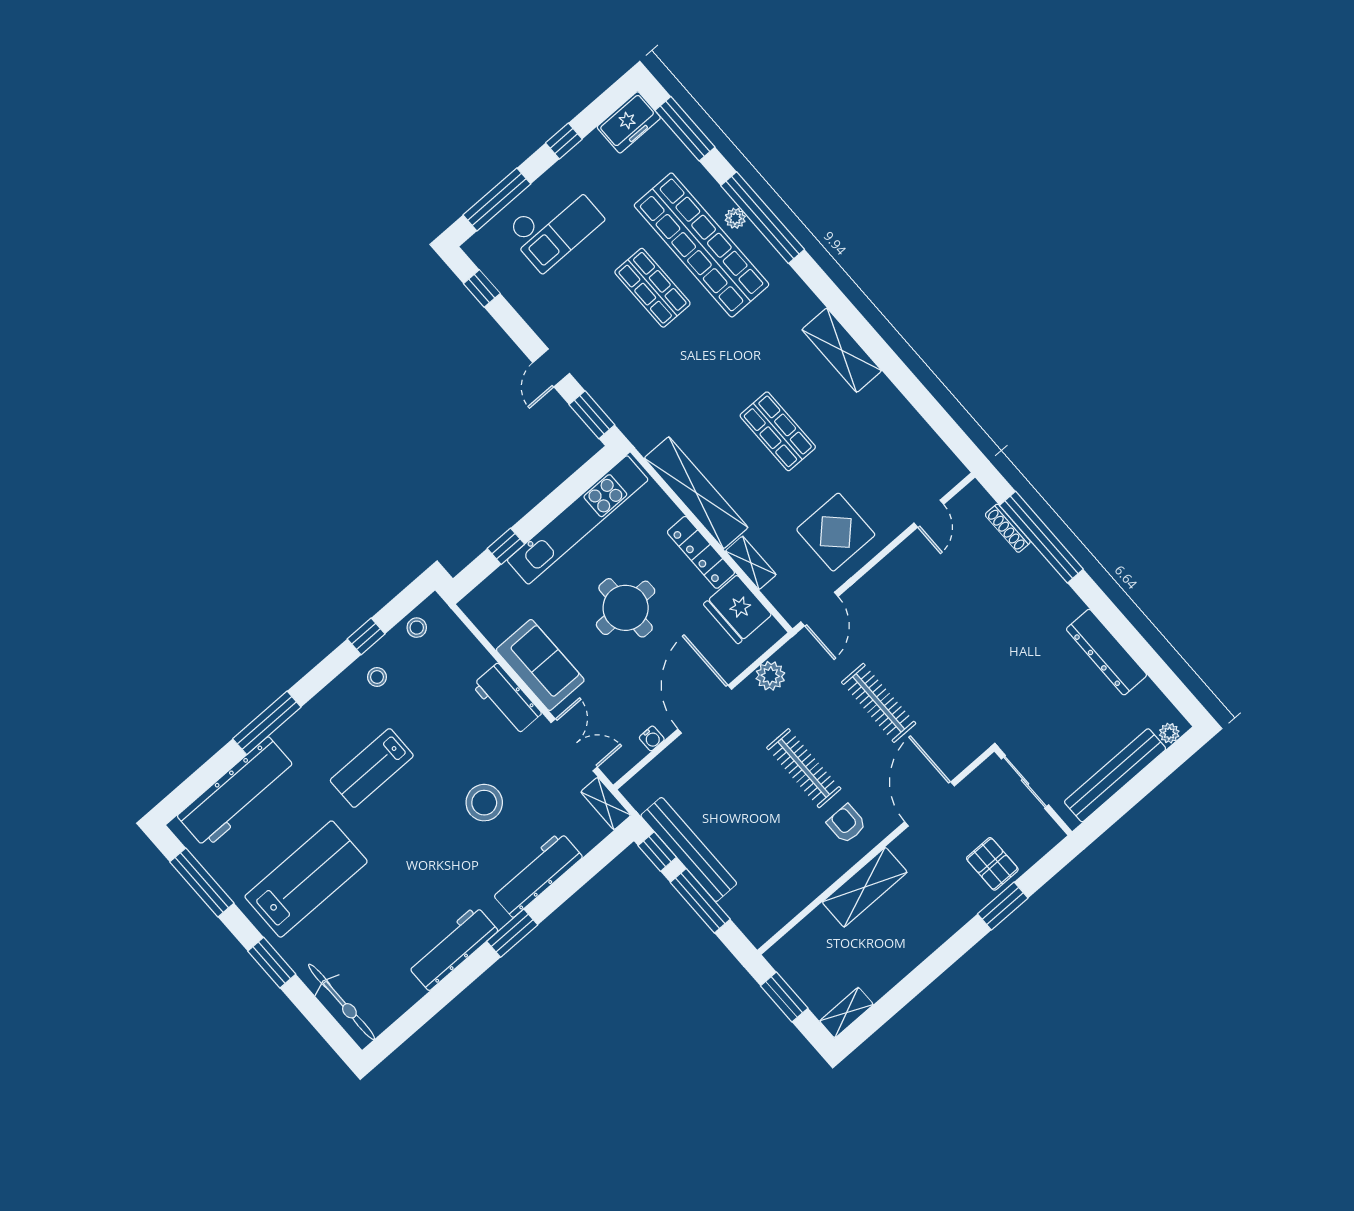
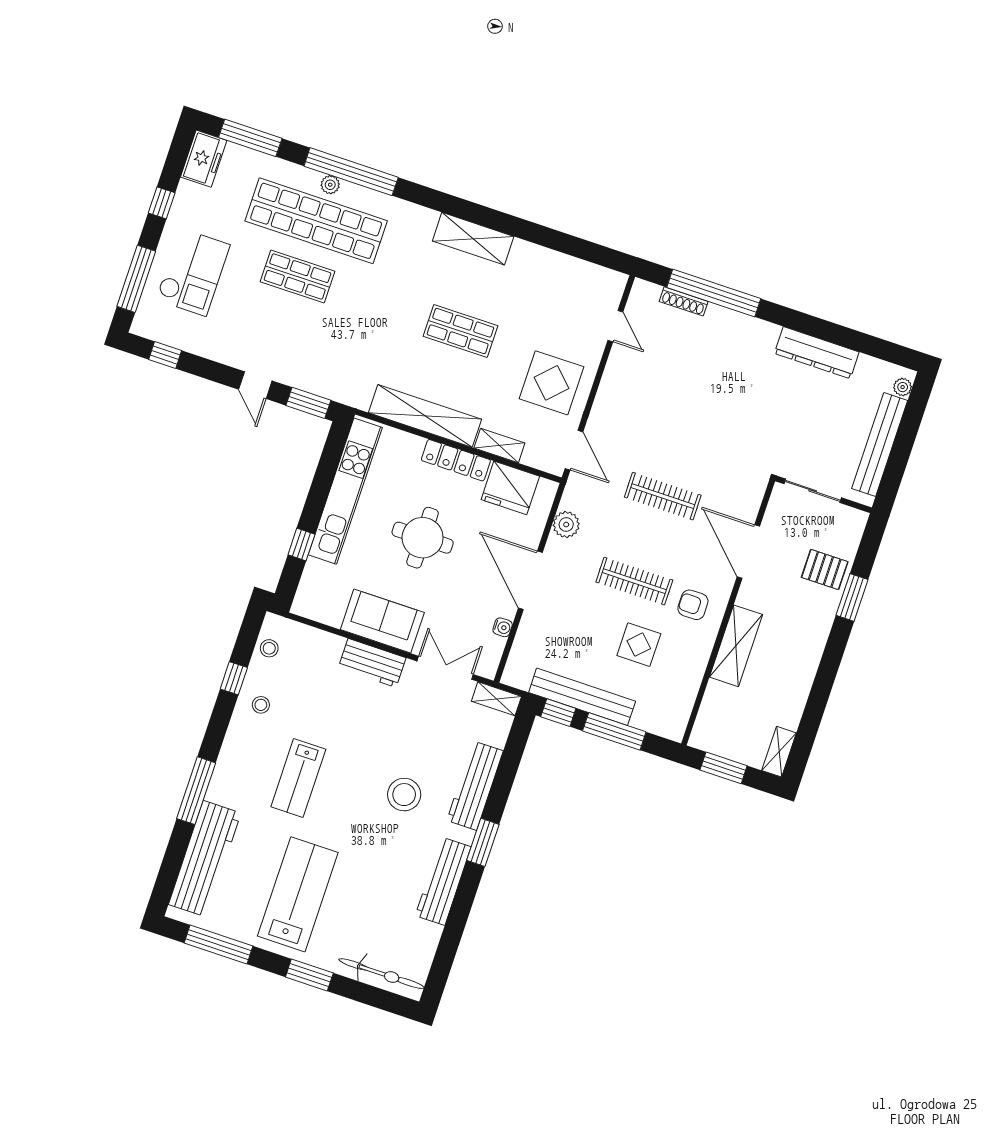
stool: (484, 803) -> (404, 795), moved
display table: (772, 831) -> (639, 645), added

